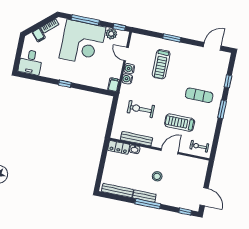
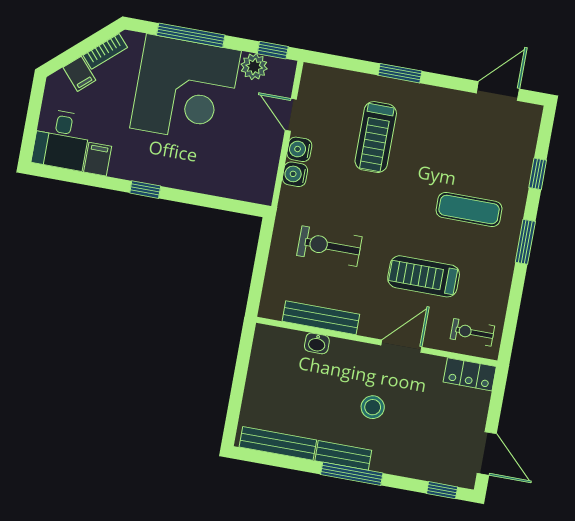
filing cabinet: (114, 85) -> (98, 159), moved
locker: (119, 147) -> (470, 374), moved

